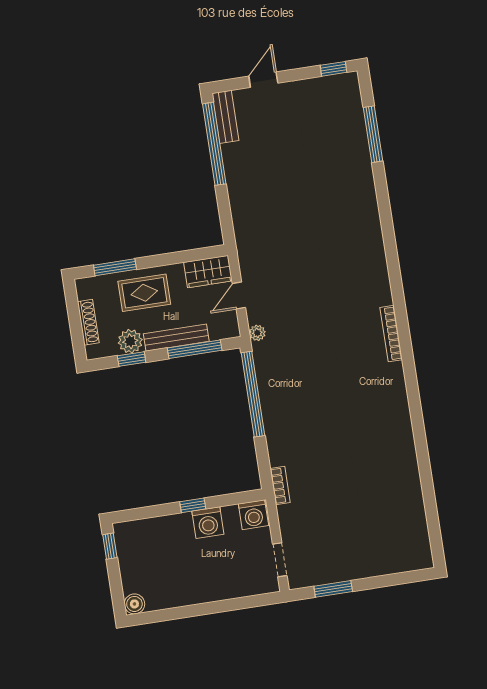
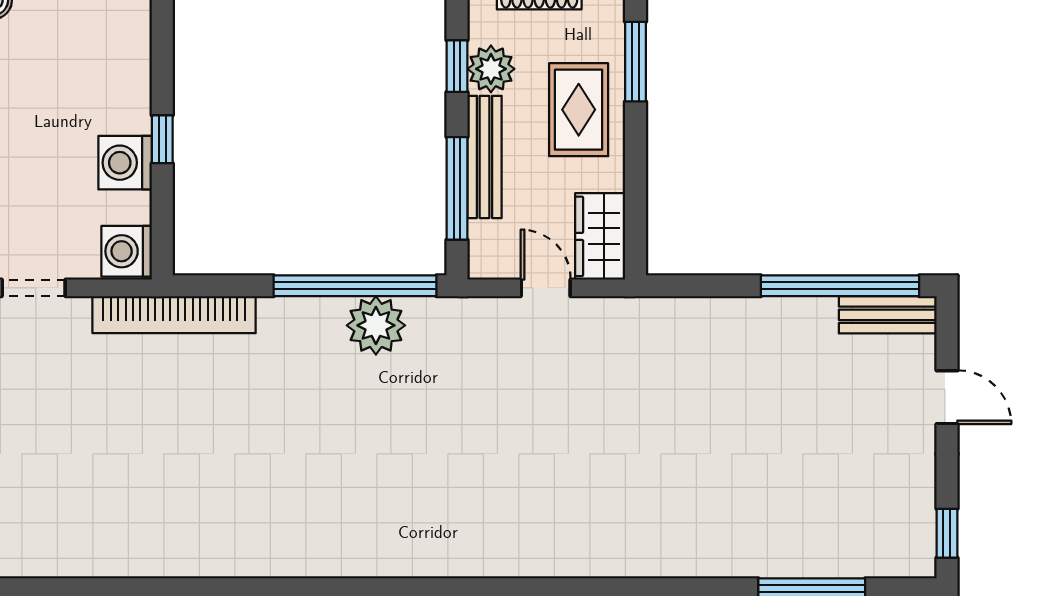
plant: (257, 333) -> (376, 325), moved, width x1.88, depth x1.88
bookcase: (391, 334) -> (429, 565), removed
bookcase: (280, 486) -> (174, 315), width x2.31, depth x1.31

